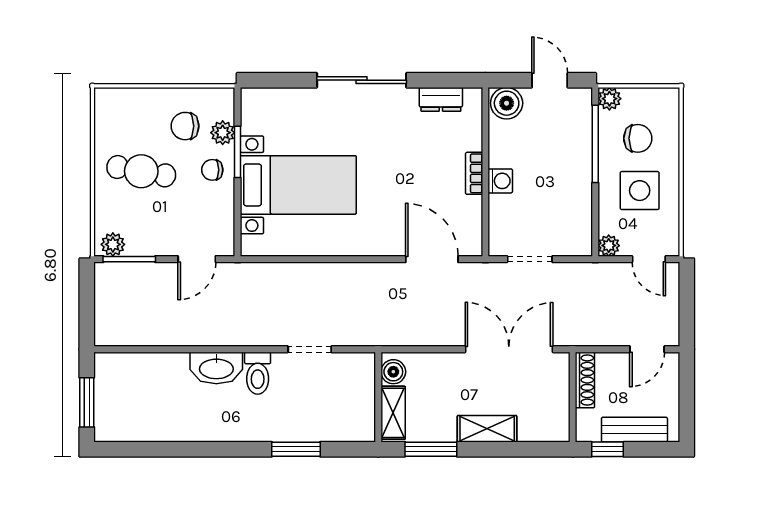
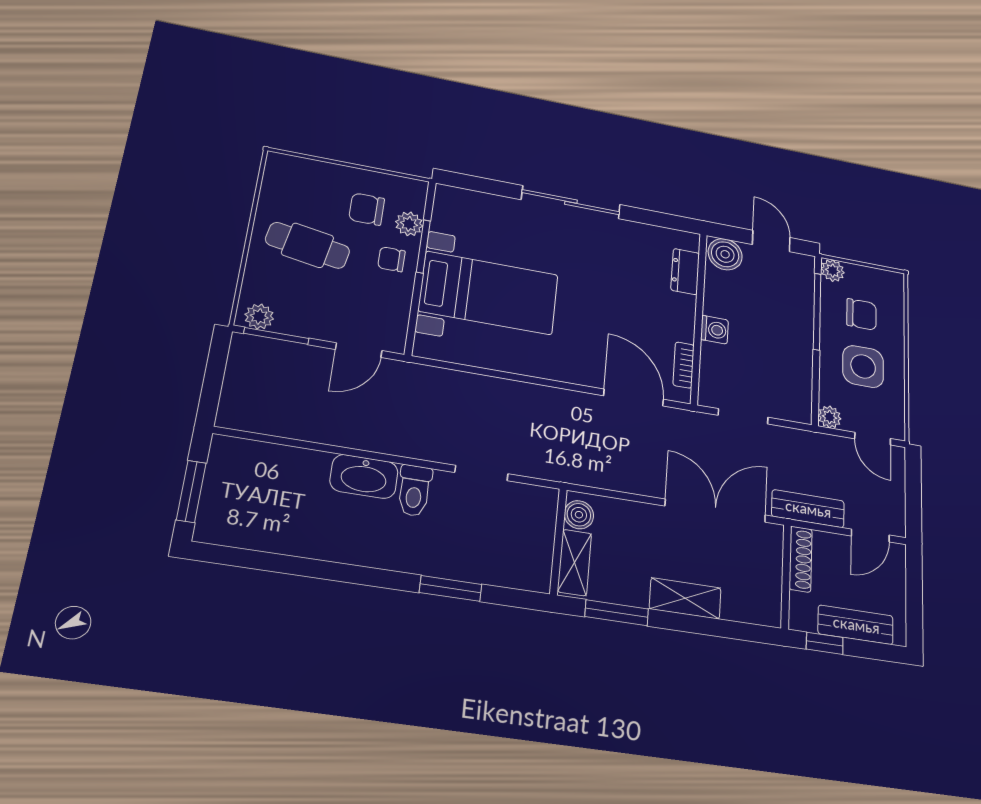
dresser: (441, 99) -> (685, 272), moved, turned 90
bookcase: (474, 173) -> (684, 365), moved
bench: (591, 334) -> (808, 509), added

